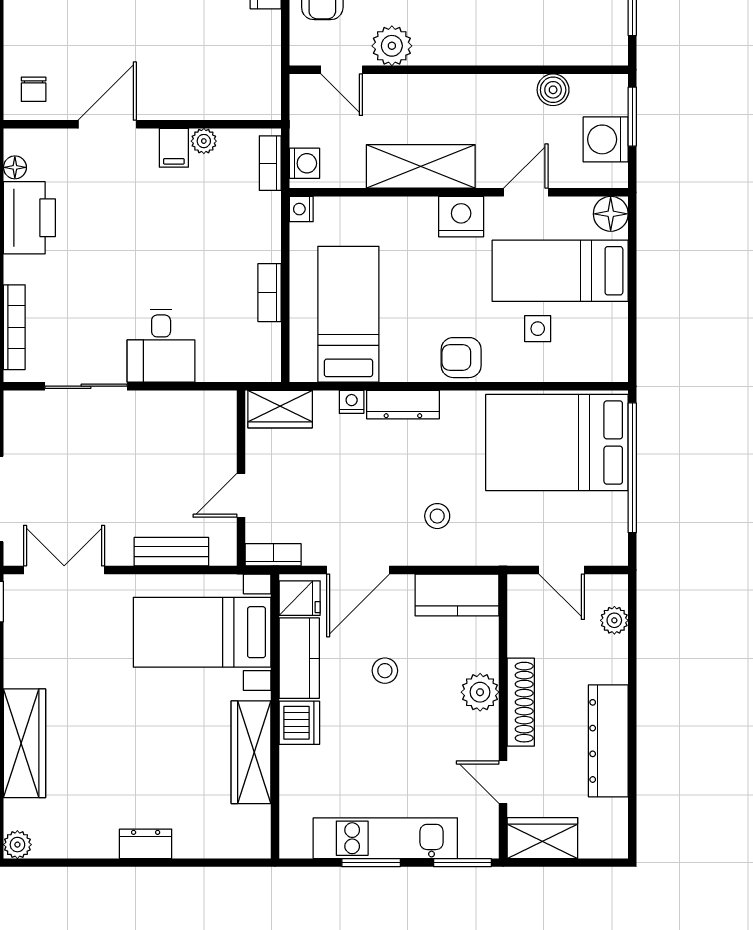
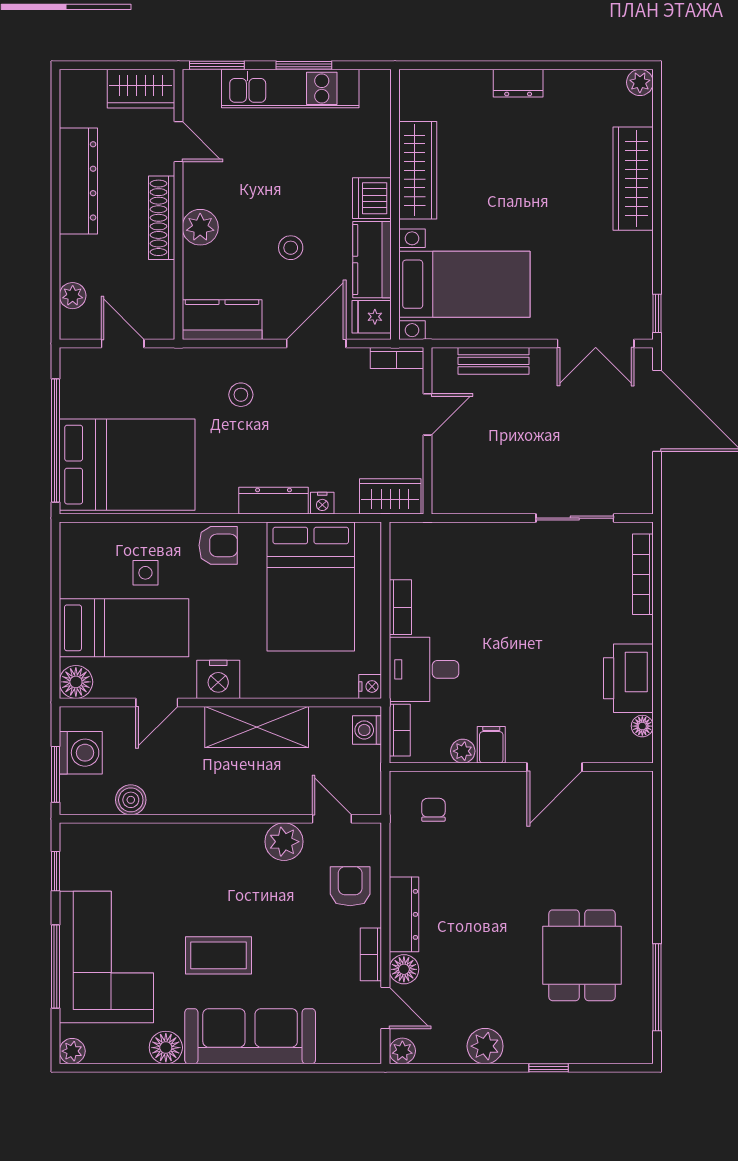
chair: (34, 89) -> (433, 810), moved
bed: (348, 314) -> (311, 586), width x1.50
desk: (161, 346) -> (424, 669), moved, turned -90

